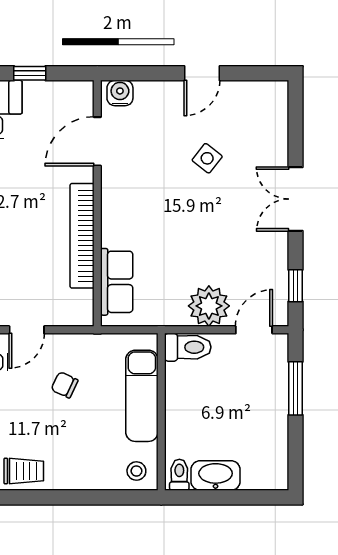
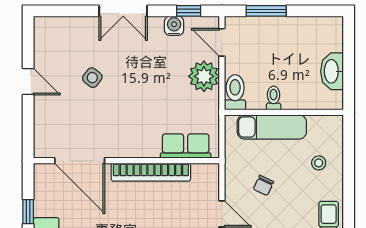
water cooler: (120, 93) -> (174, 26), moved, turned 90
door: (97, 141) -> (80, 161), width x1.36
stool: (136, 471) -> (319, 163), moved
toilet: (179, 475) -> (274, 98), moved, turned 90

